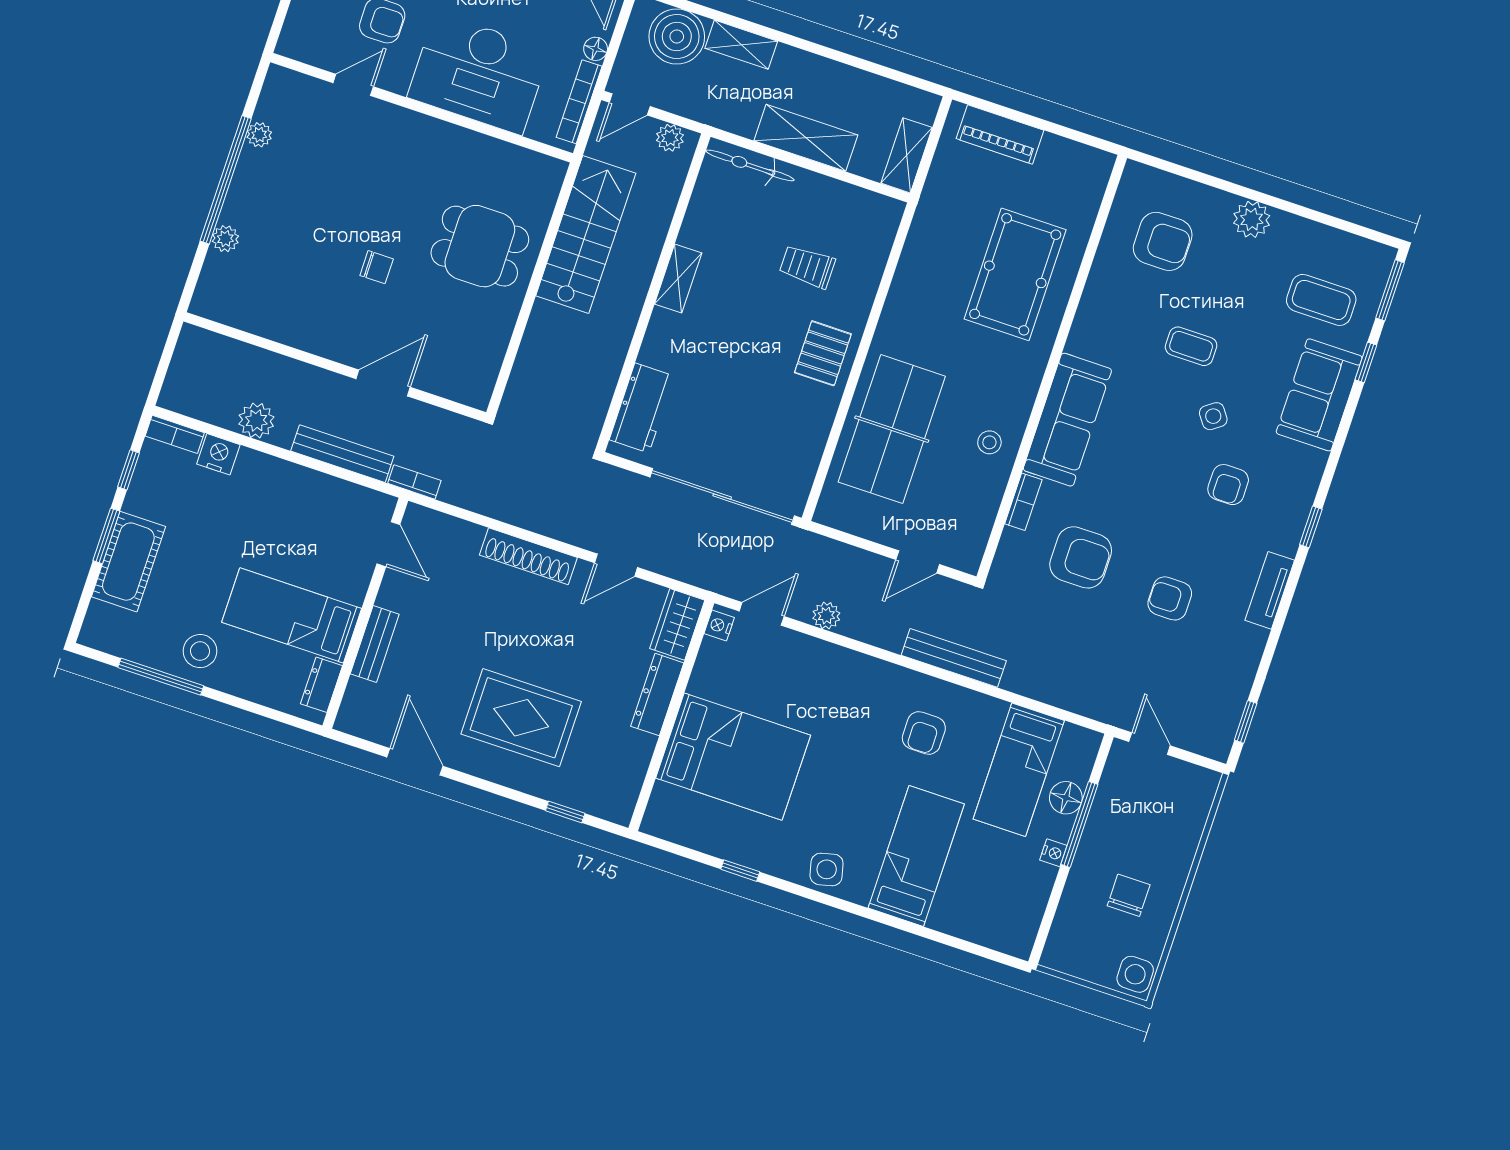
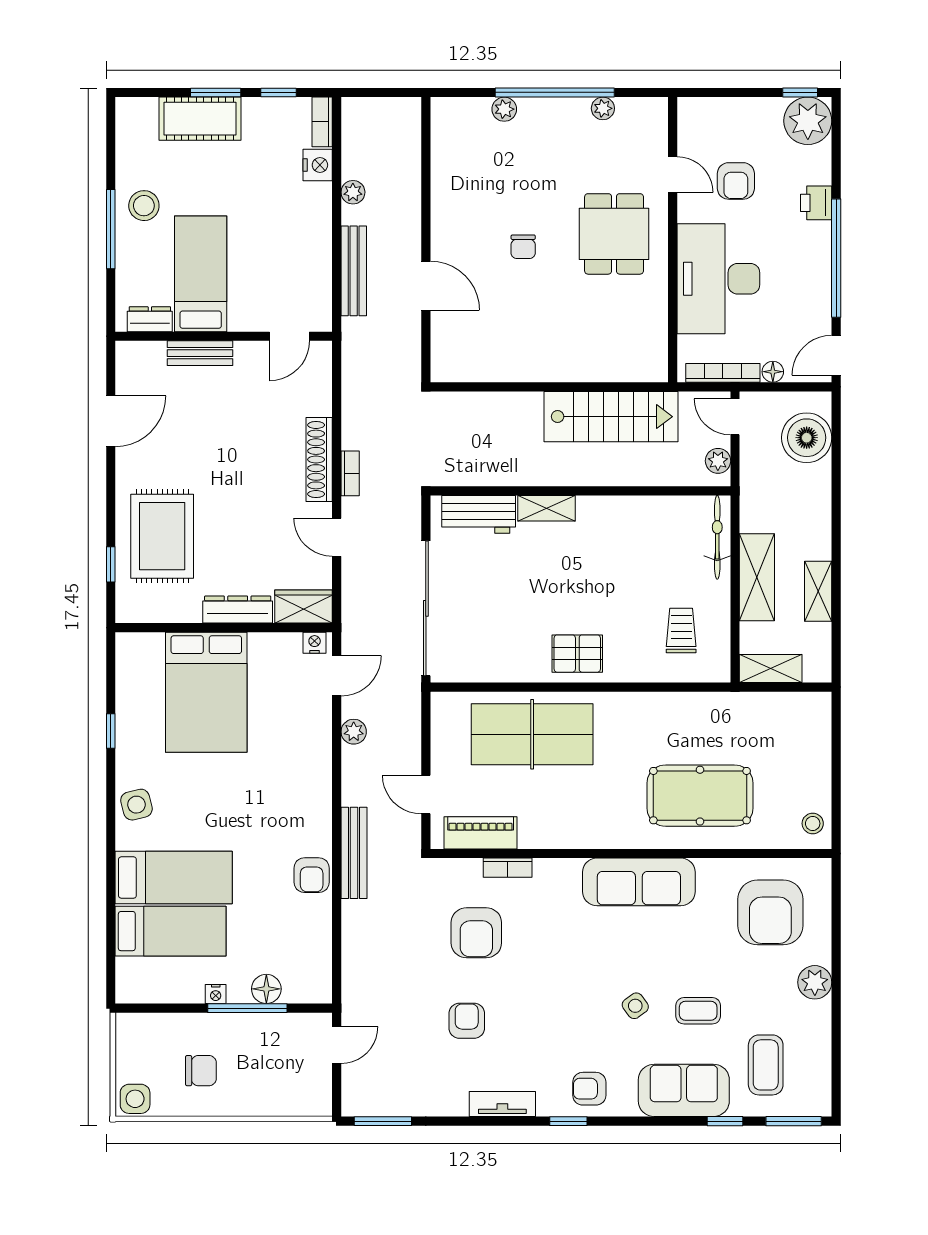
shelving: (741, 45) -> (818, 591), moved
piano: (1000, 134) -> (481, 833), moved, turned 90
armchair: (1163, 241) -> (770, 912), width x1.36, depth x1.36
dining table: (480, 246) -> (614, 234), moved
trolley: (807, 266) -> (681, 630), moved
shelving: (678, 279) -> (546, 508), moved
coffee table: (1191, 346) -> (698, 1011), moved, turned 90
sofa: (1067, 420) -> (639, 882), moved
plant: (256, 421) -> (353, 192), width x0.73, depth x0.73
stool: (989, 442) -> (813, 823), moved
bookcase: (414, 482) -> (350, 473), moved
armchair: (1228, 485) -> (589, 1089), moved
door: (762, 614) -> (337, 676), hinge flipped
window: (161, 677) -> (111, 229), moved
rug: (521, 718) -> (162, 536), moved
window: (1246, 722) -> (383, 1121), width x1.50
armchair: (924, 733) -> (312, 875), moved, turned -90
bed: (1019, 770) -> (171, 931), moved, turned 180

